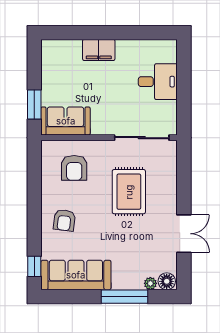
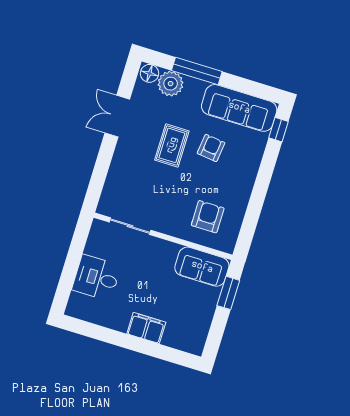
sliding door: (142, 138) -> (130, 226), width x0.73
rug: (129, 192) -> (172, 145), moved, width x0.73, depth x0.70
armchair: (64, 220) -> (211, 148), moved
plant: (150, 283) -> (171, 84), width x1.88, depth x1.88

